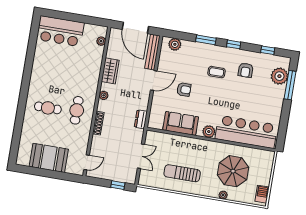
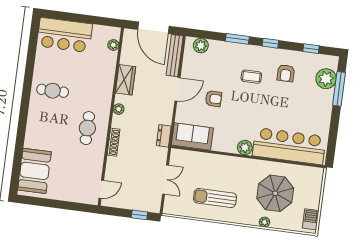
cafe table: (48, 108) -> (53, 91), moved
sofa: (181, 123) -> (192, 136), moved
booth: (49, 158) -> (34, 171), moved, turned 90

